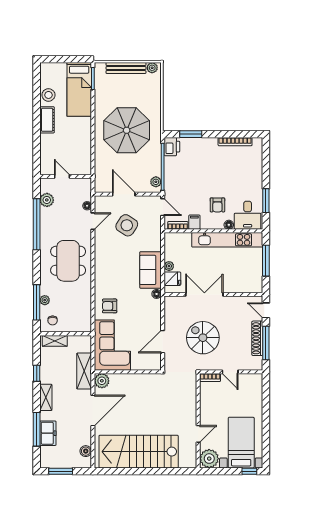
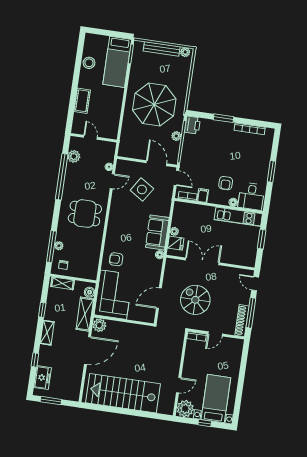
cot: (47, 120) -> (82, 101), moved
window: (191, 134) -> (223, 118), moved
plant: (156, 182) -> (176, 136), moved
door: (124, 194) -> (156, 163), moved
window: (266, 201) -> (272, 171), moved
kitchen unit: (227, 240) -> (238, 217), width x0.73
dining table: (68, 261) -> (85, 214), width x0.73
window: (266, 261) -> (262, 239), width x0.69
shoe rack: (257, 338) -> (242, 321), moved
door: (230, 372) -> (215, 334), hinge flipped
window: (37, 429) -> (35, 360), width x0.46
freezer: (48, 433) -> (43, 378), moved
boiler: (86, 451) -> (90, 292), moved
window: (249, 471) -> (205, 423), moved

